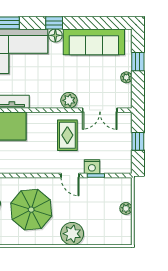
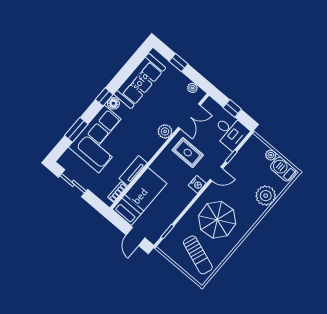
plant: (126, 77) -> (192, 88), moved
desk: (116, 157) -> (230, 132), added
nightstand: (92, 167) -> (197, 184), moved
barbecue: (123, 229) -> (283, 169), added
plant: (72, 234) -> (266, 196), moved

